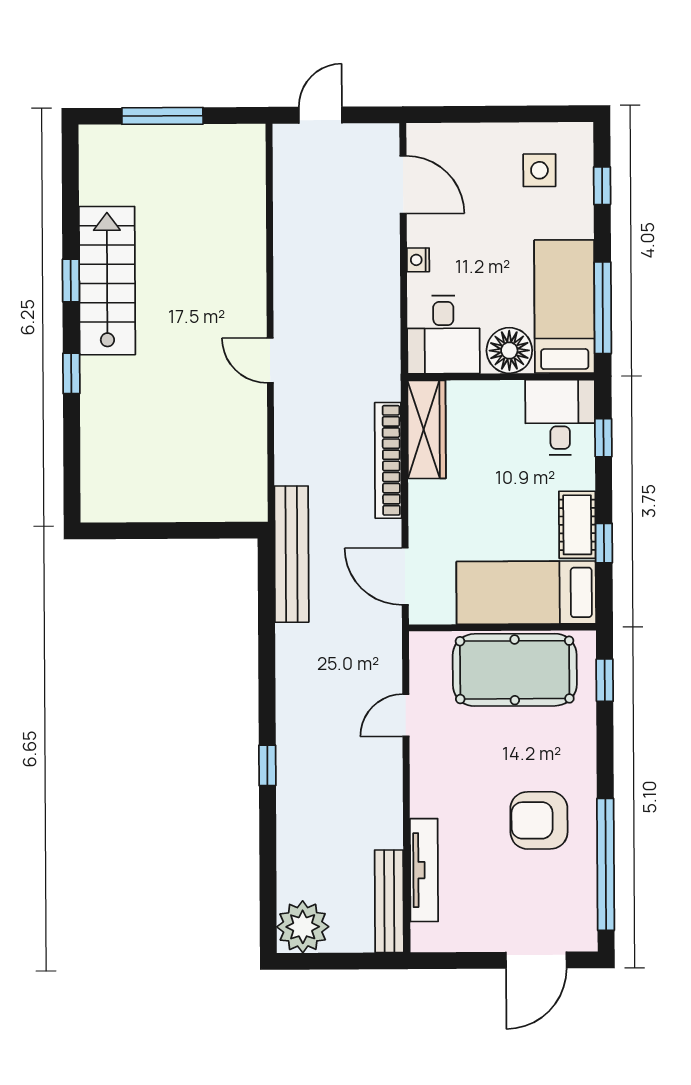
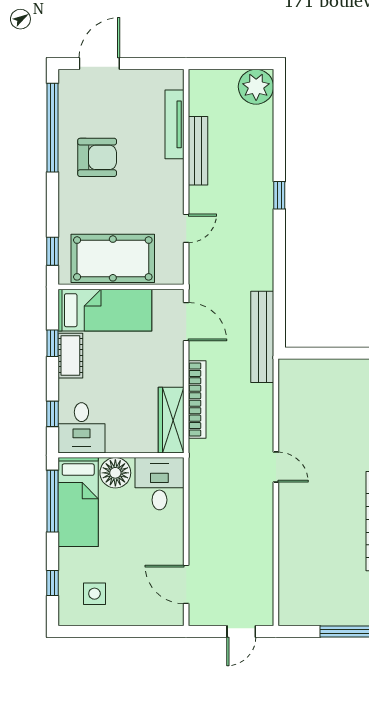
nightstand: (418, 260) -> (176, 534), removed
bench: (389, 901) -> (198, 151), moved

